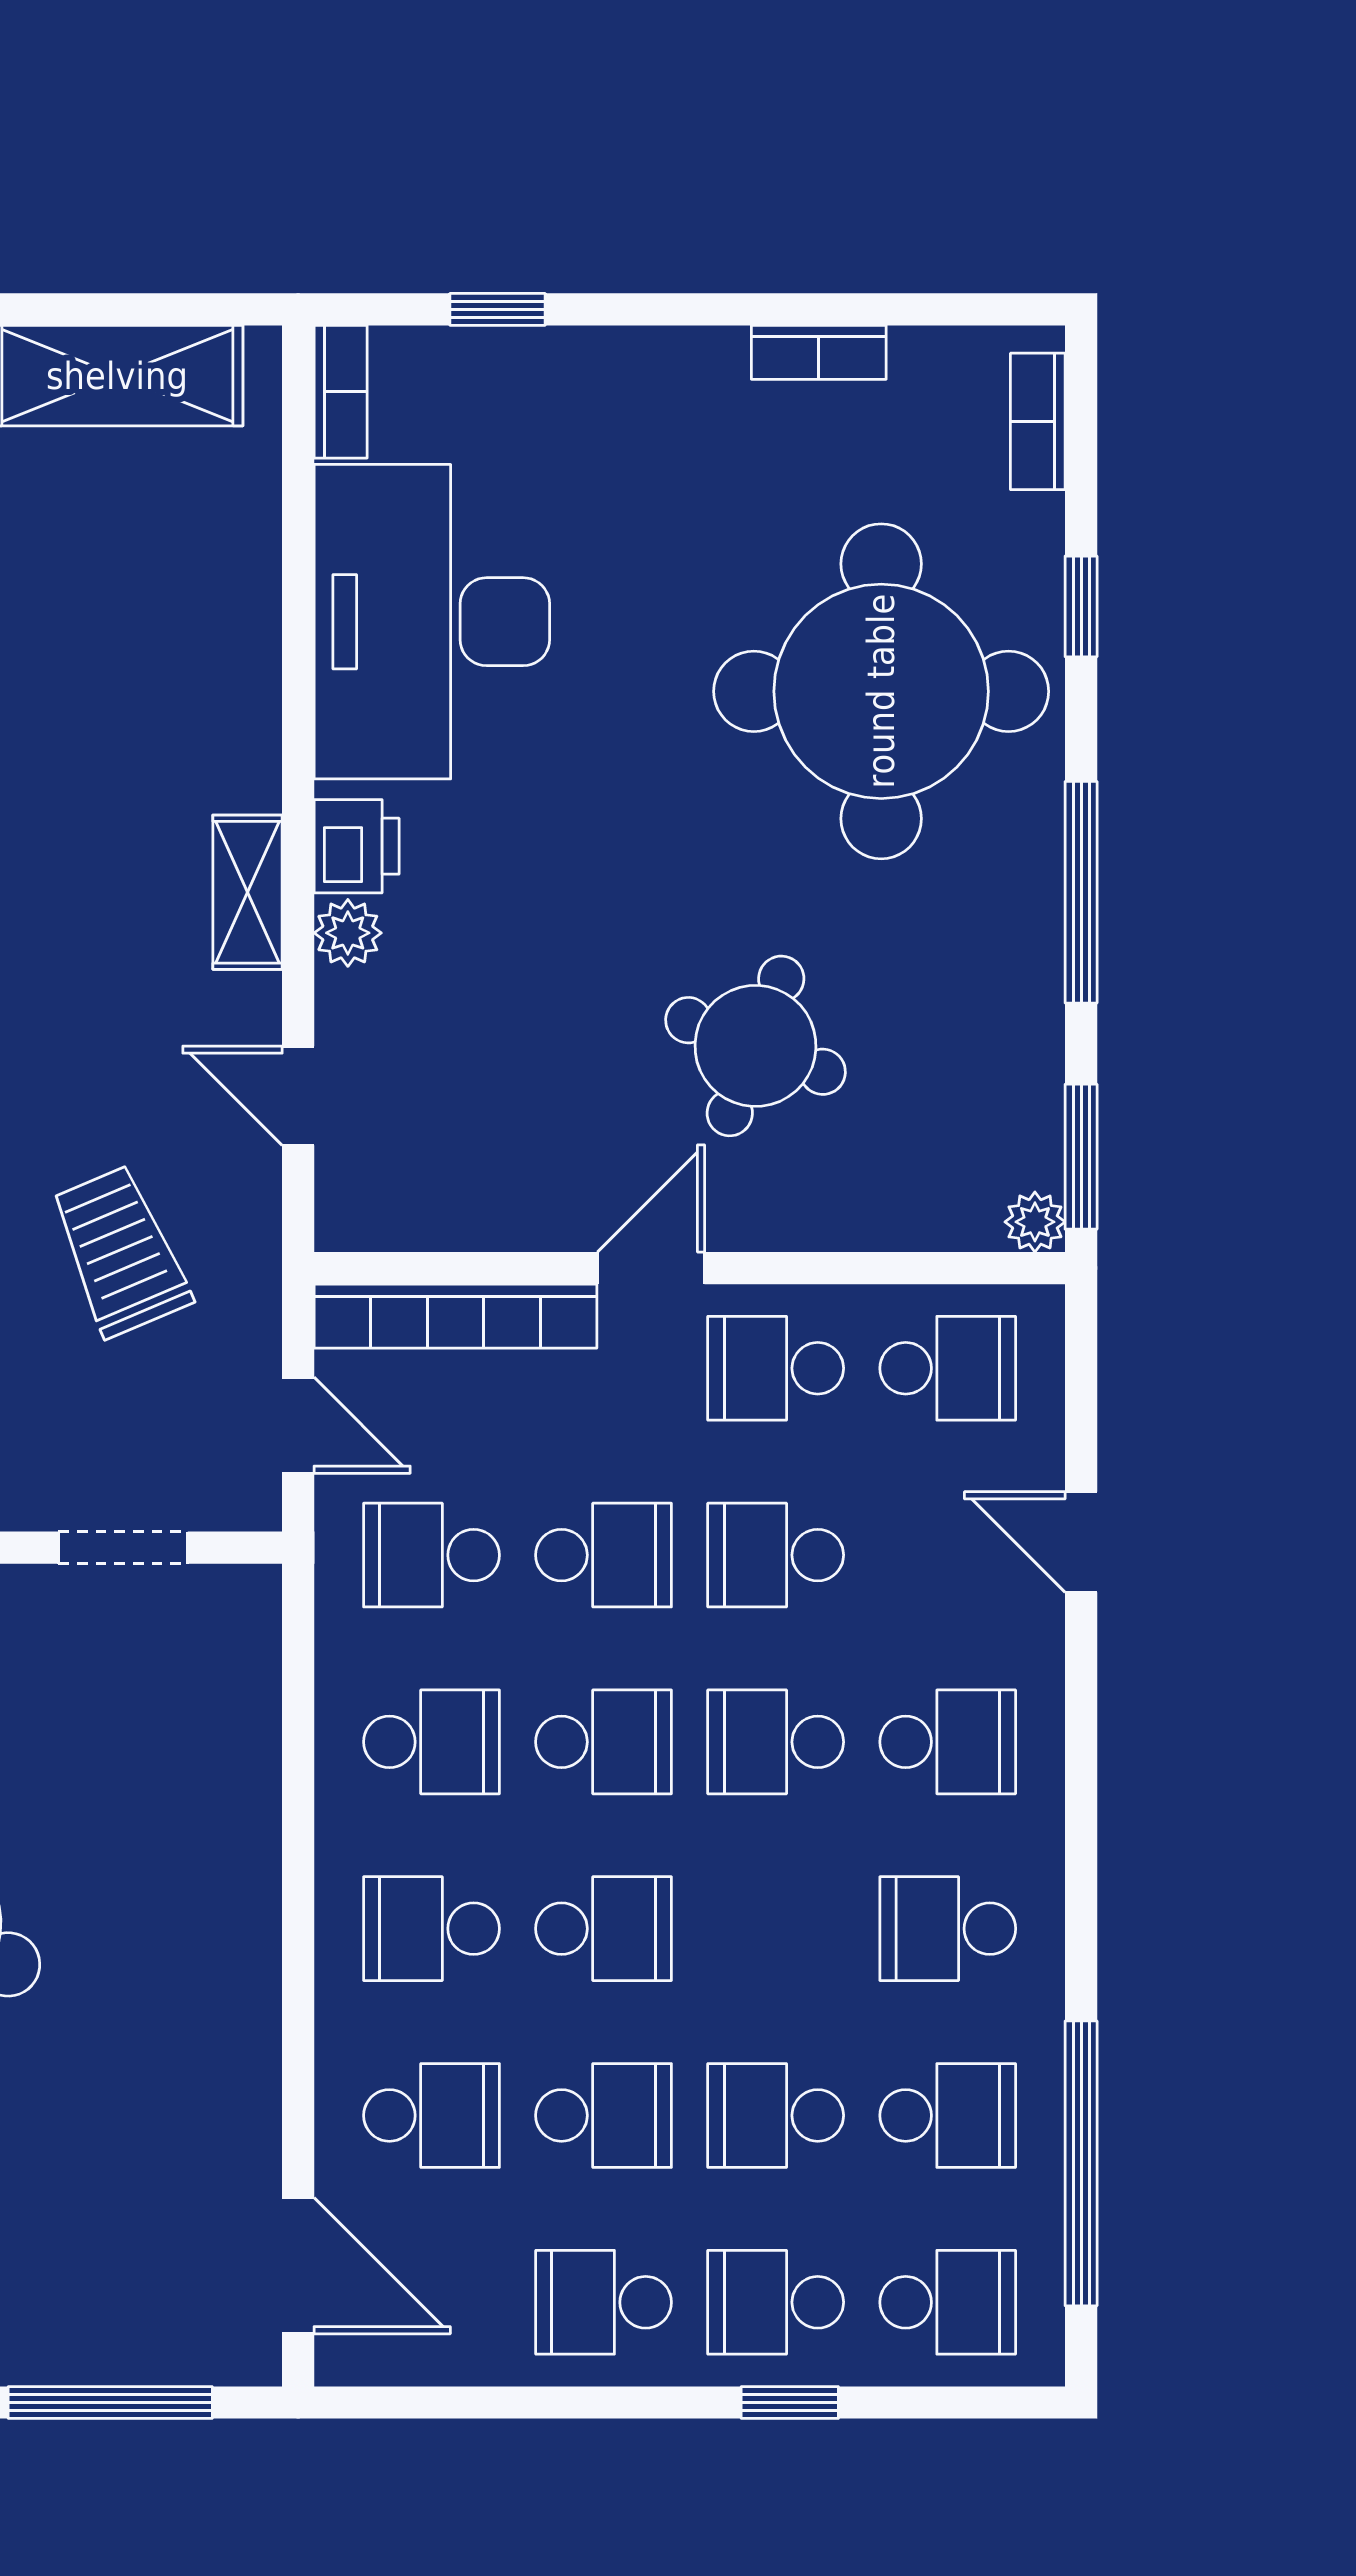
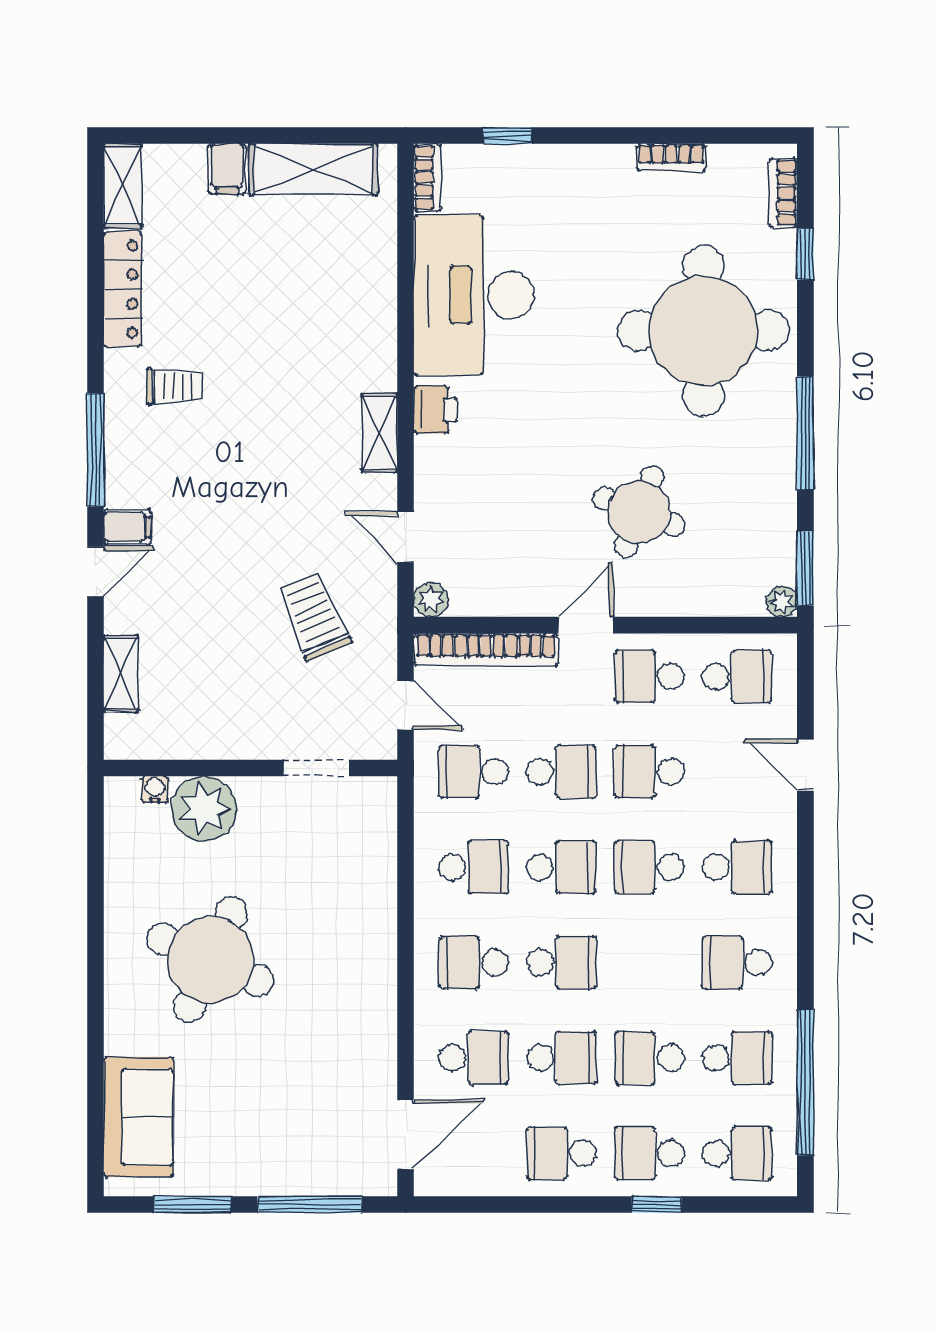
window: (1081, 606) -> (805, 254), moved
plant: (348, 933) -> (431, 600), moved
door: (298, 2266) -> (406, 1135), hinge flipped

